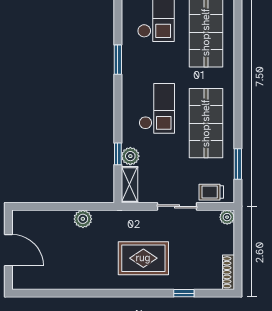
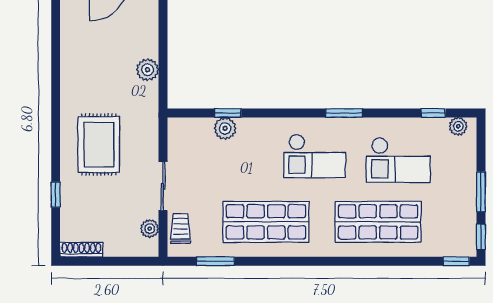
checkout: (157, 108) -> (315, 156), moved
shelving: (129, 184) -> (190, 127), removed
plant: (227, 217) -> (150, 229), moved

